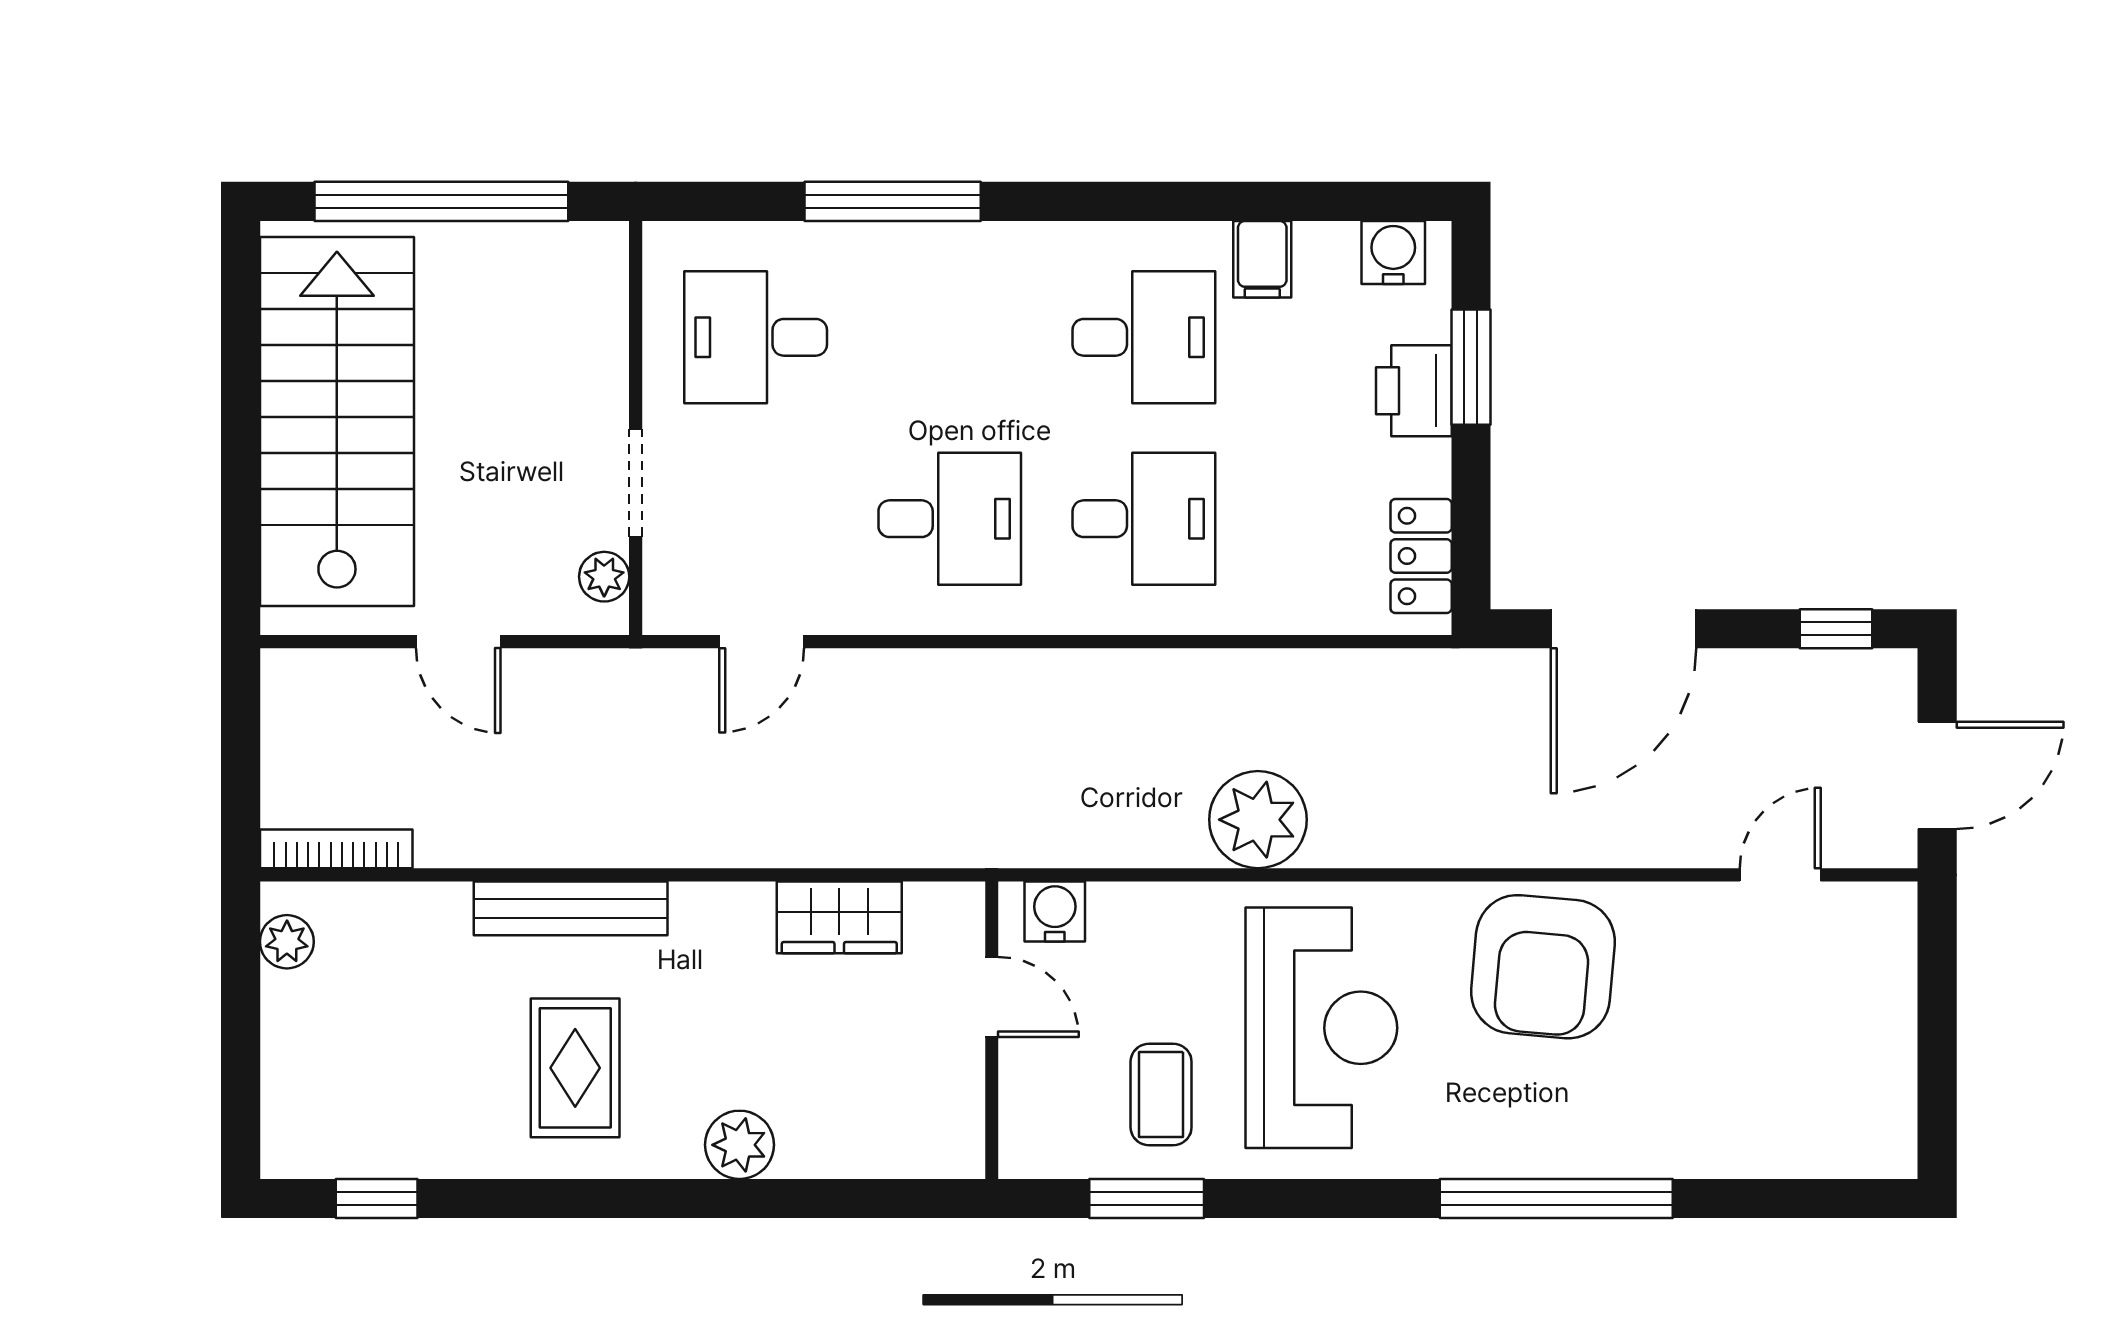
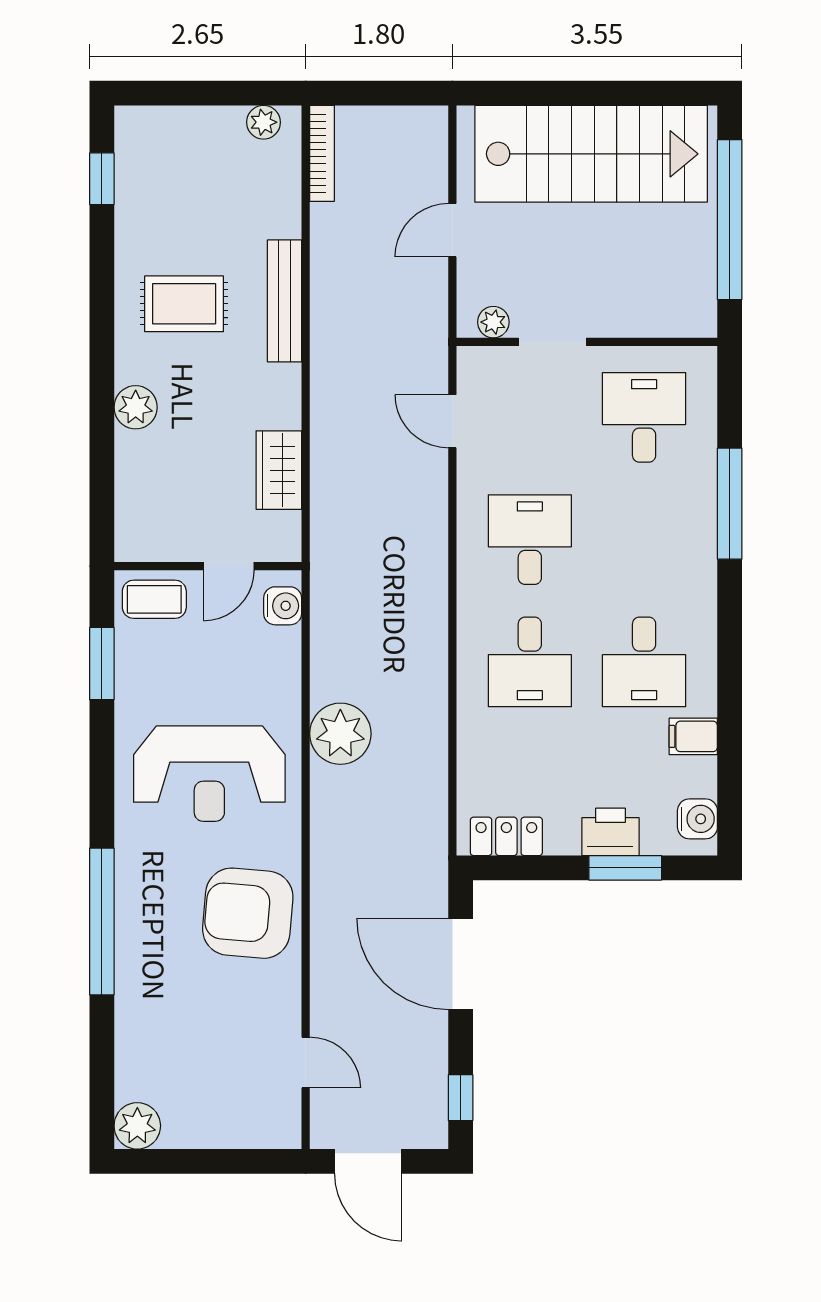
desk: (950, 519) -> (530, 540), turned 180
coffee table: (1161, 1094) -> (154, 599), moved
plant: (1881, 1142) -> (137, 1126), added

